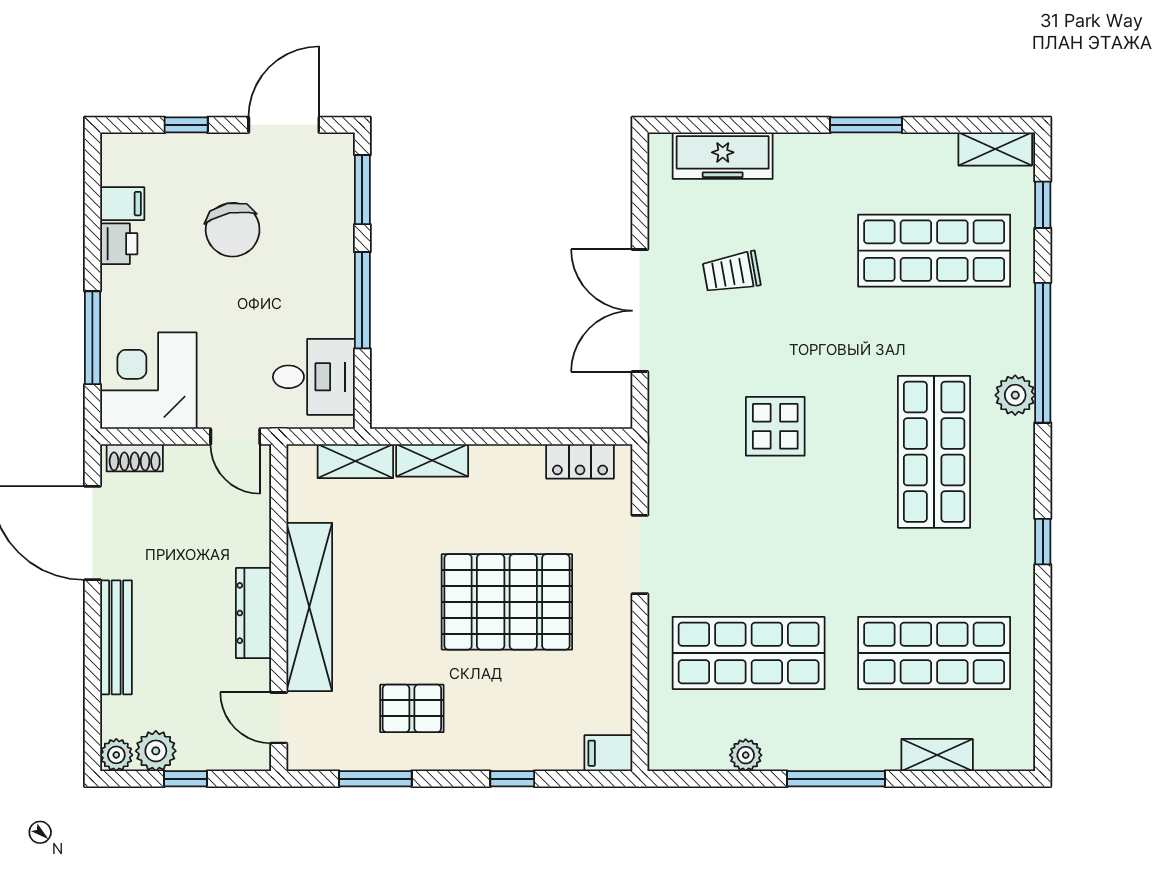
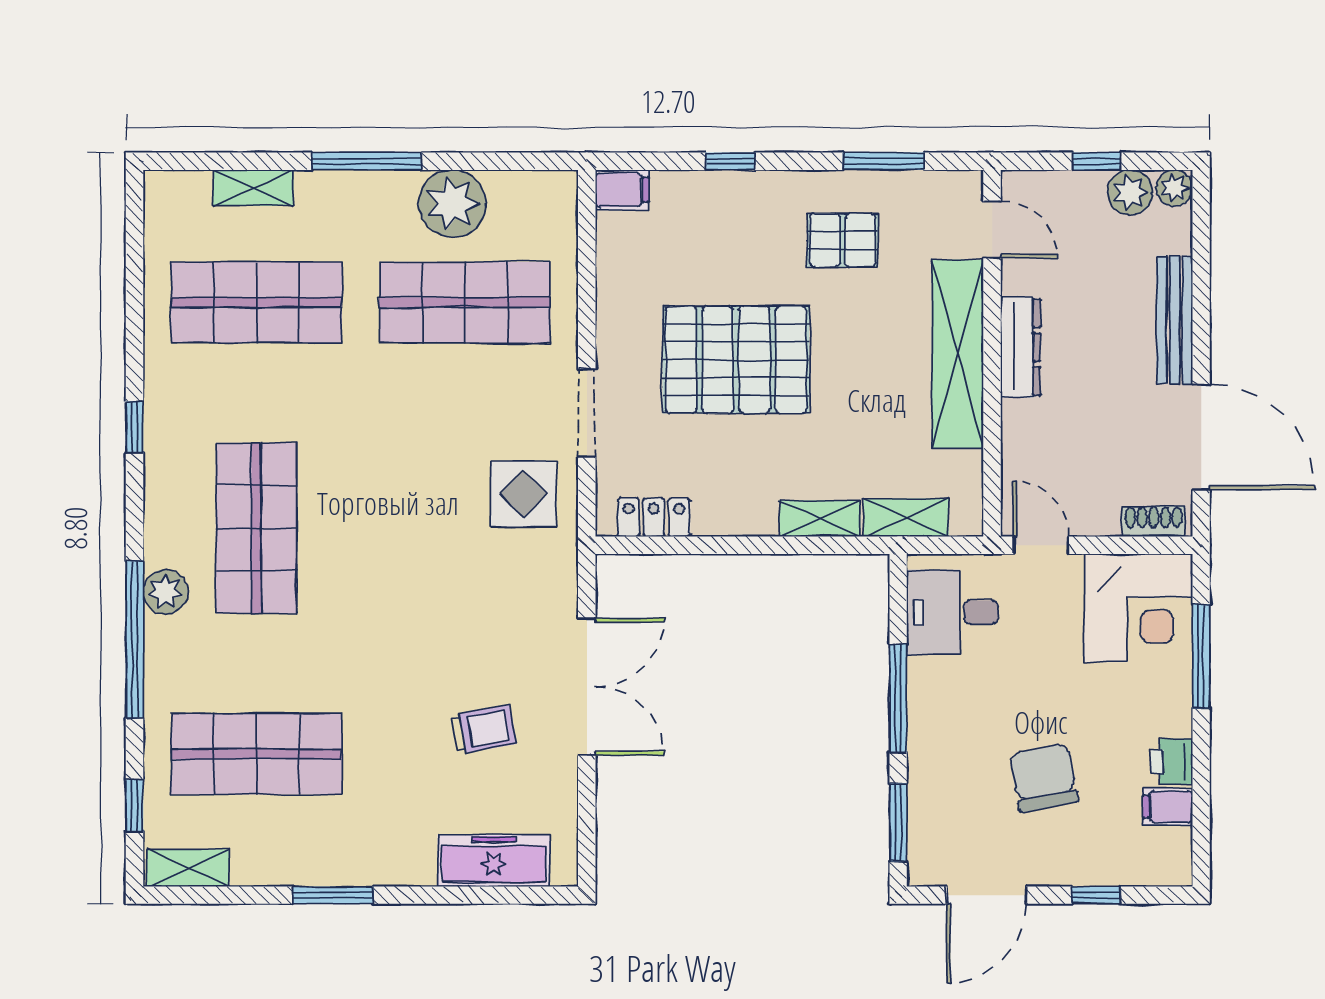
display table: (775, 426) -> (523, 494), moved
plant: (746, 755) -> (452, 203), width x1.87, depth x1.87

